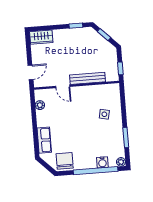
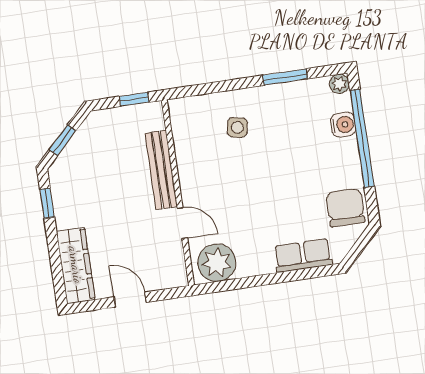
wardrobe: (41, 37) -> (76, 265), width x1.50
door: (30, 72) -> (130, 300), moved
door: (63, 86) -> (182, 223), hinge flipped
plant: (40, 105) -> (217, 263), width x1.88, depth x1.88
chair: (65, 161) -> (345, 208), turned 90

